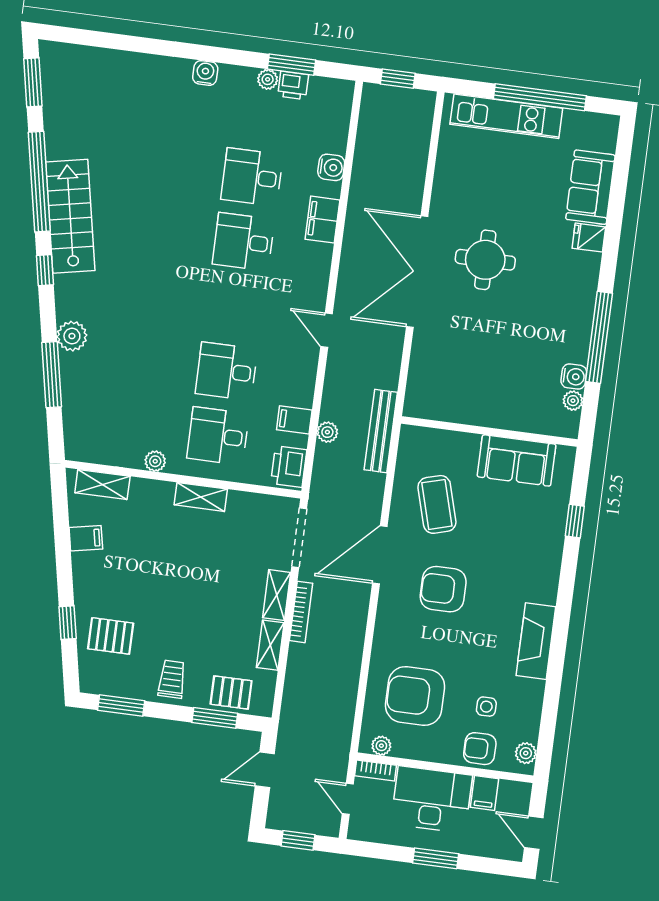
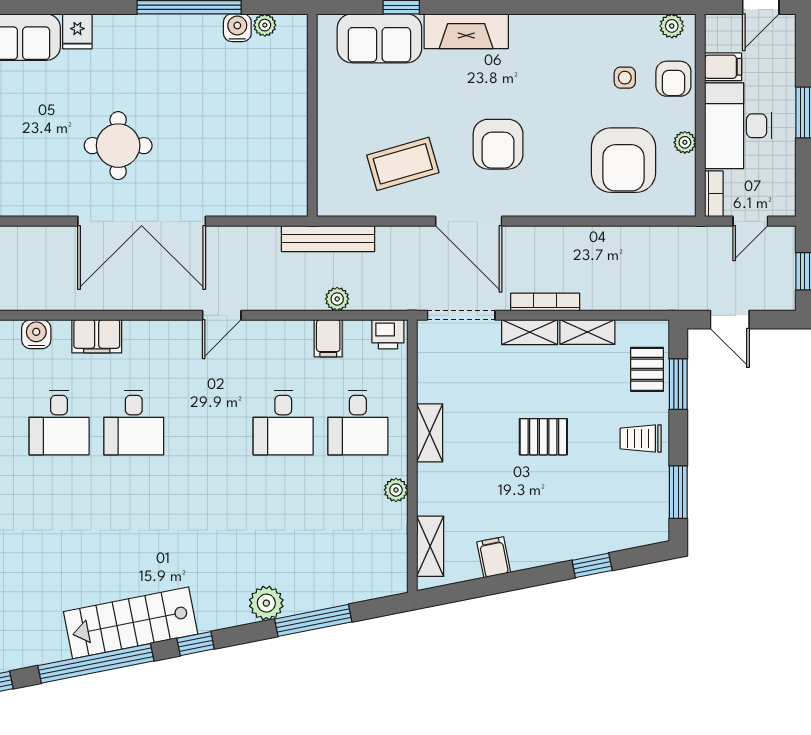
sofa: (517, 460) -> (379, 38), moved, turned 90
printer: (289, 467) -> (388, 334), width x0.73, depth x0.81
pallet: (111, 636) -> (543, 437), moved, turned 90
fireplace: (536, 641) -> (466, 31), moved
plant: (381, 746) -> (685, 142), moved

